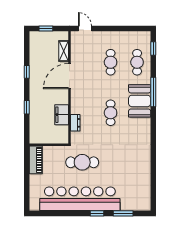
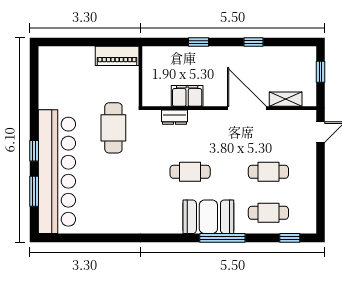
bar counter: (80, 199) -> (57, 172), moved

